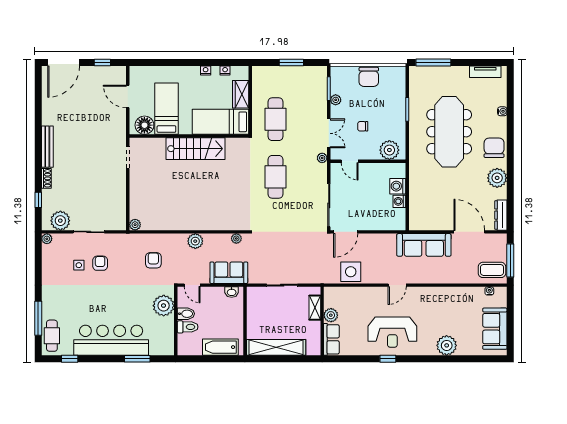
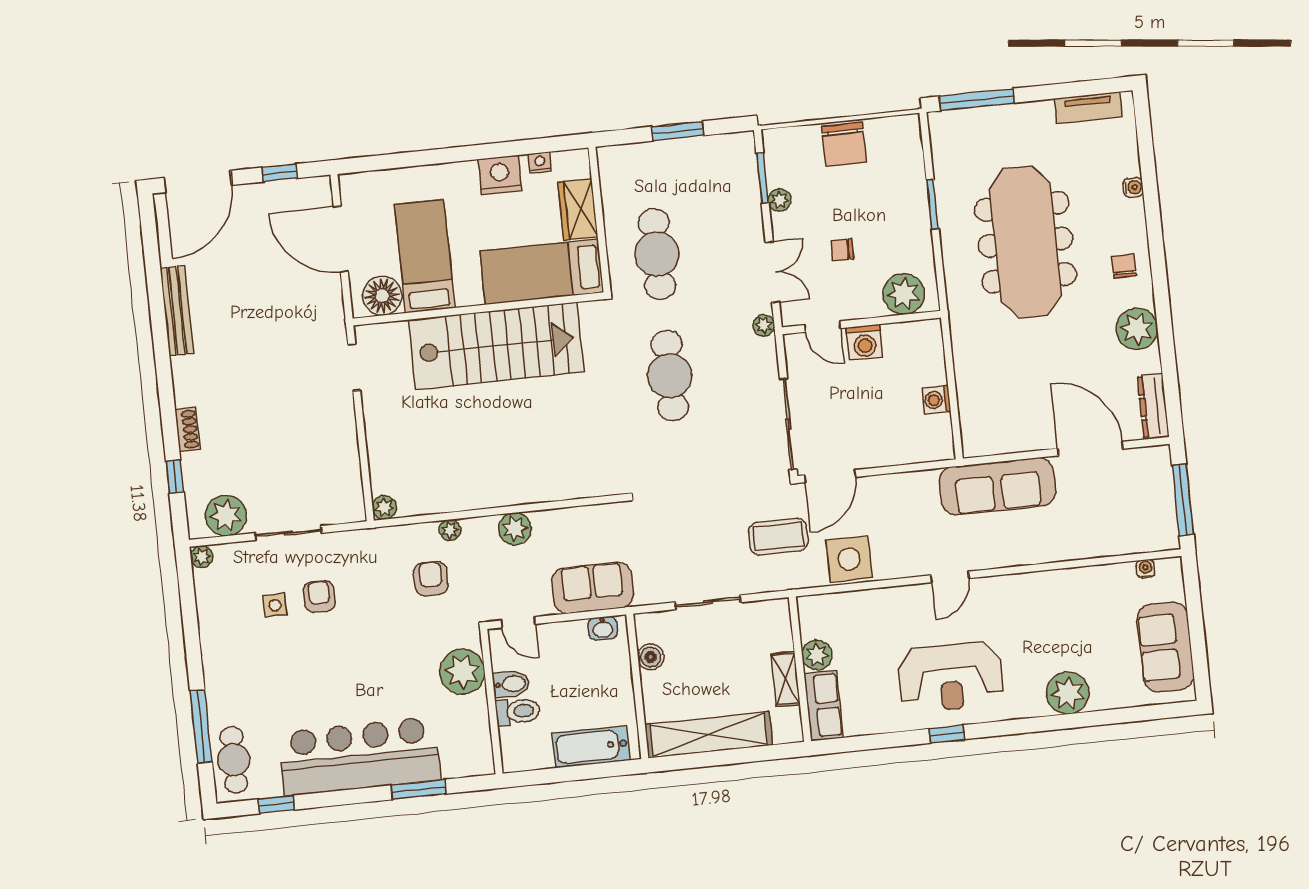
nightstand: (206, 70) -> (500, 175), width x1.89, depth x1.79
door: (128, 96) -> (341, 239), width x1.36
bench: (47, 147) -> (177, 311), moved
chair: (494, 148) -> (1124, 266), width x0.54, depth x0.54
stairs: (196, 149) -> (496, 346), width x1.36, depth x1.51
washing machine: (398, 186) -> (865, 342), moved, turned -90
plant: (236, 239) -> (450, 530), moved
coffee table: (492, 270) -> (778, 537), moved
boiler: (253, 308) -> (651, 657), added
shelving: (315, 308) -> (786, 679), moved

